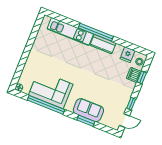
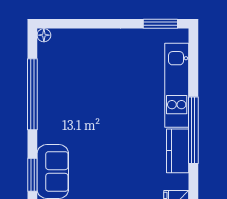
window: (36, 27) -> (160, 24), added
corner sofa: (51, 90) -> (62, 92), removed

